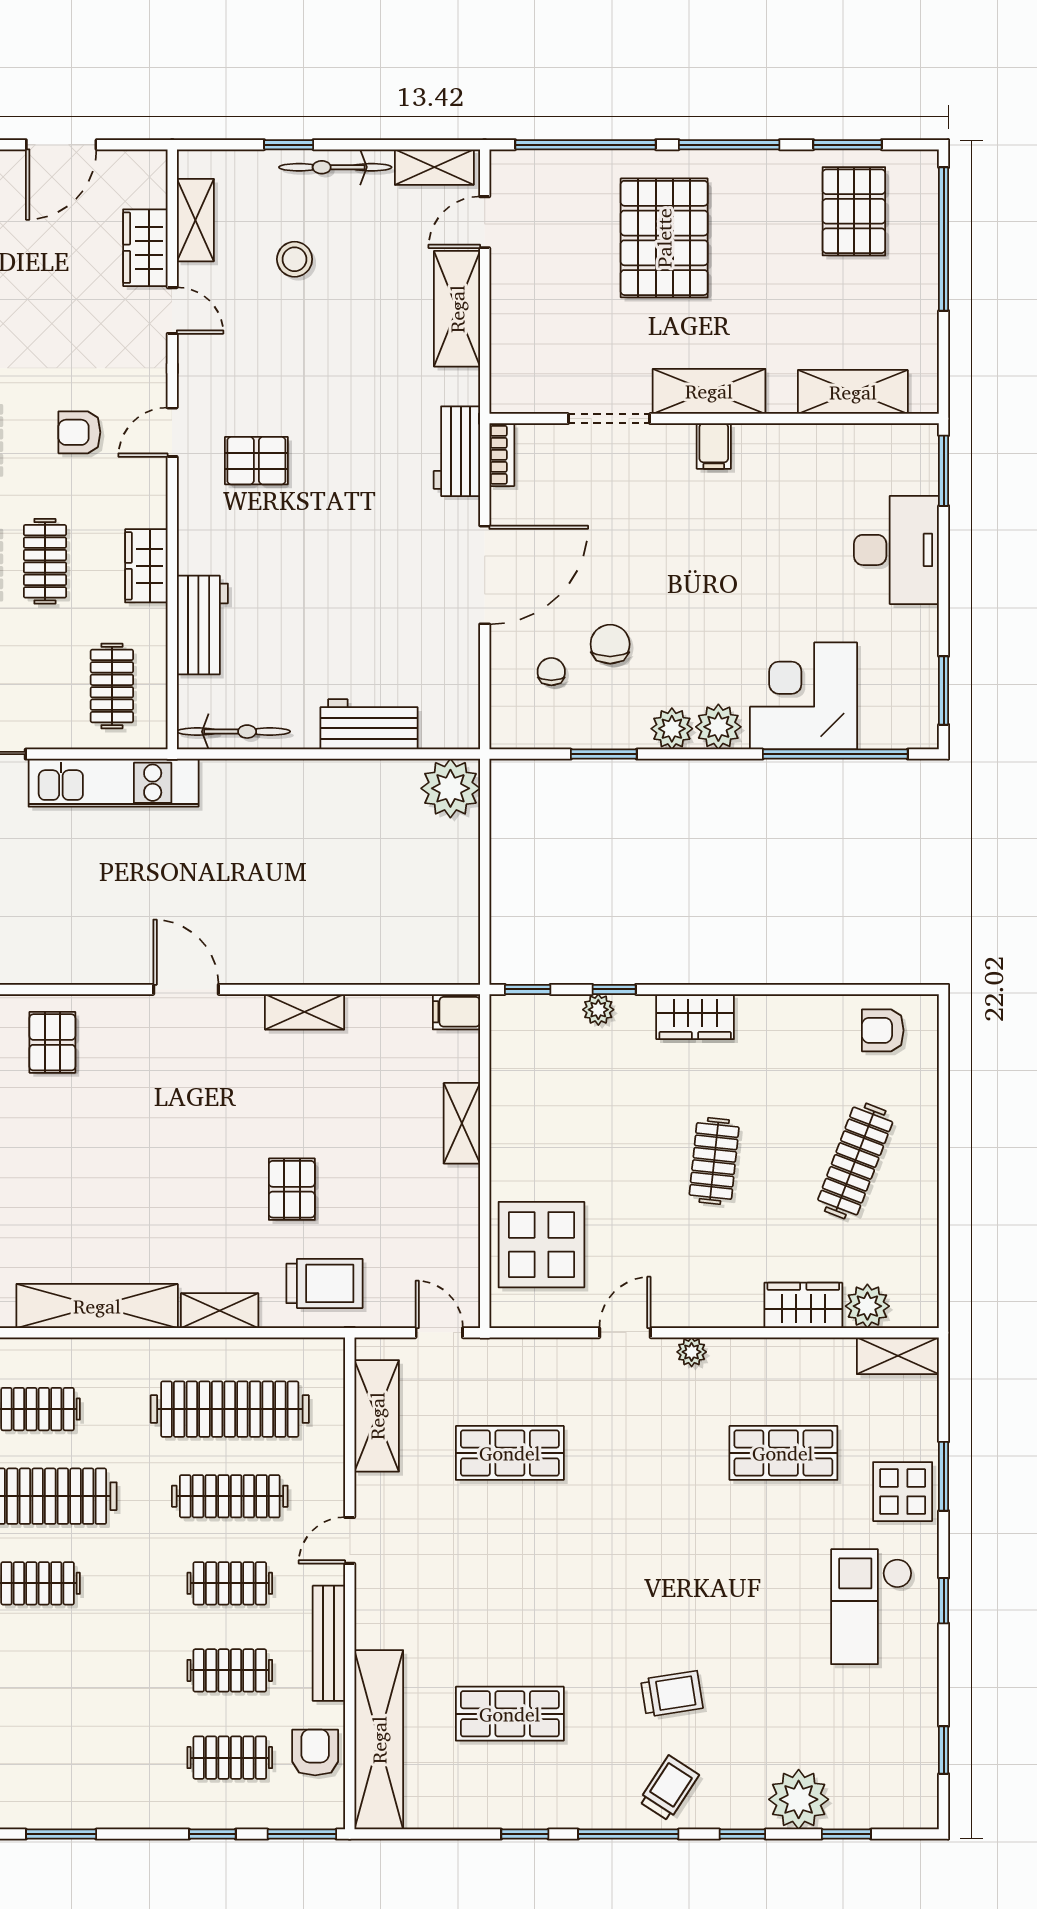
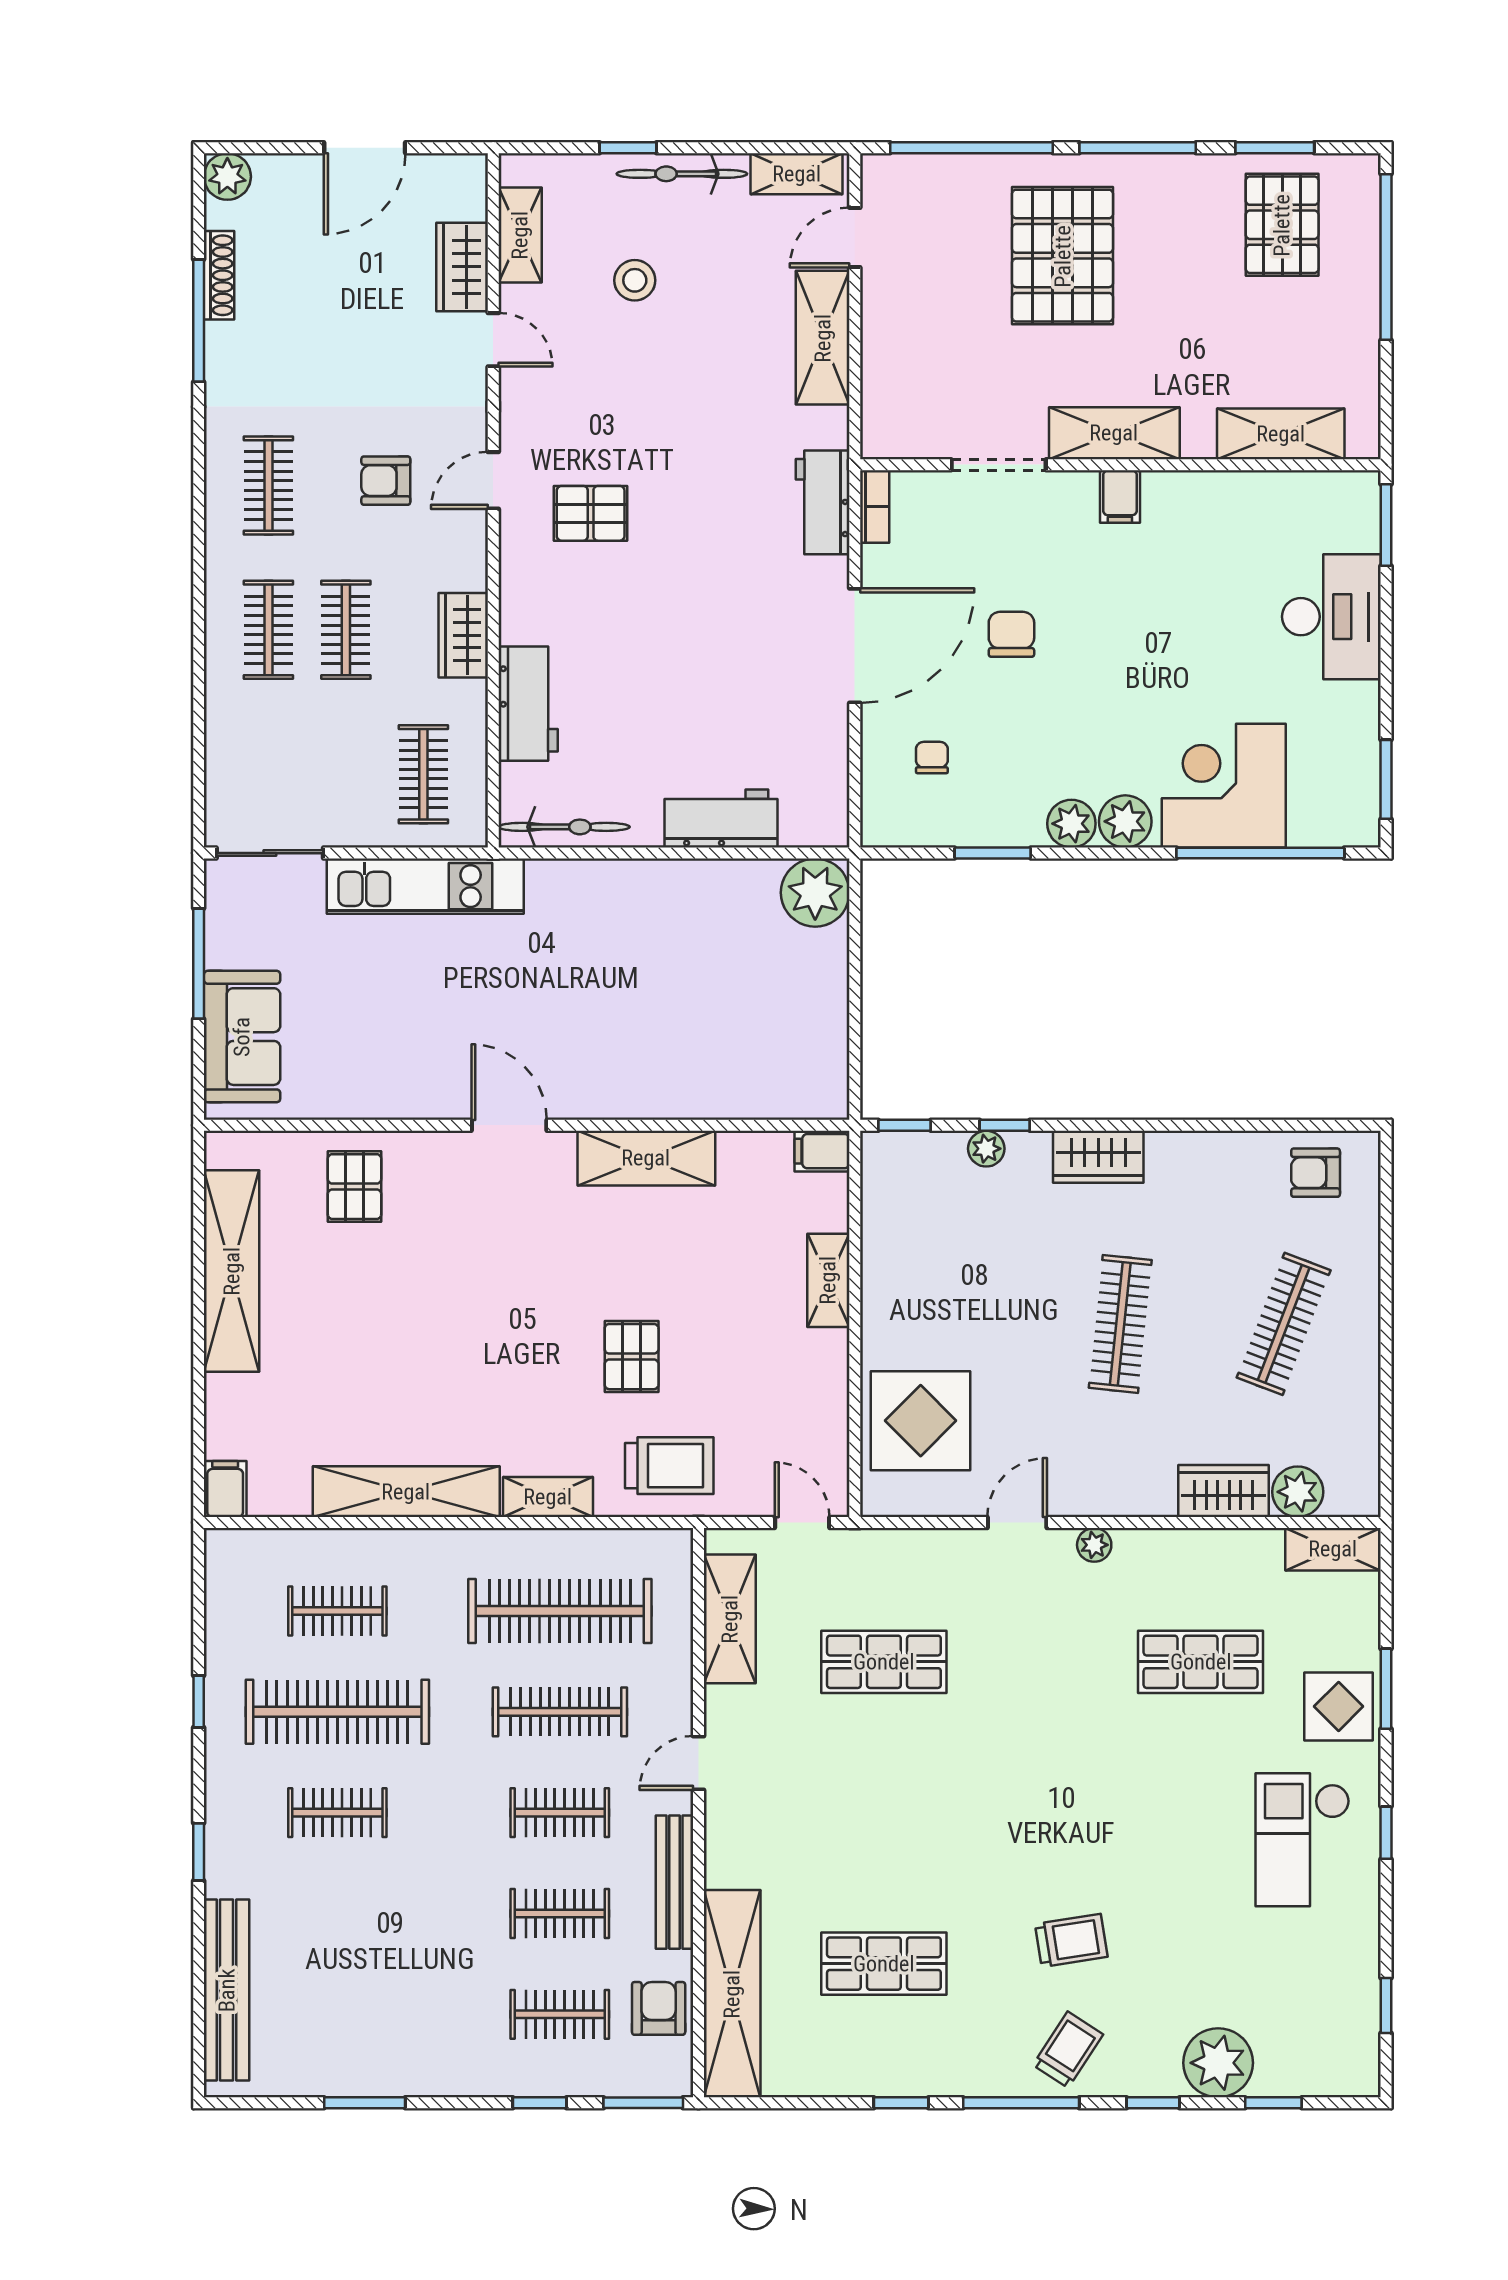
chair: (610, 644) -> (1011, 634), moved
shelving: (305, 1012) -> (646, 1158), width x1.50, depth x1.33
clothes rail: (714, 1161) -> (1120, 1324), width x1.36

